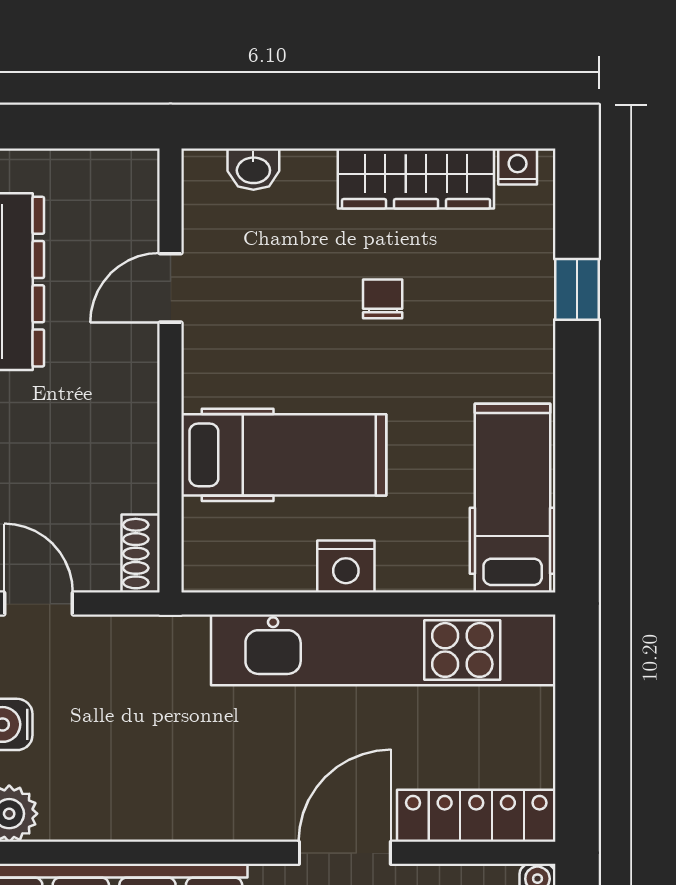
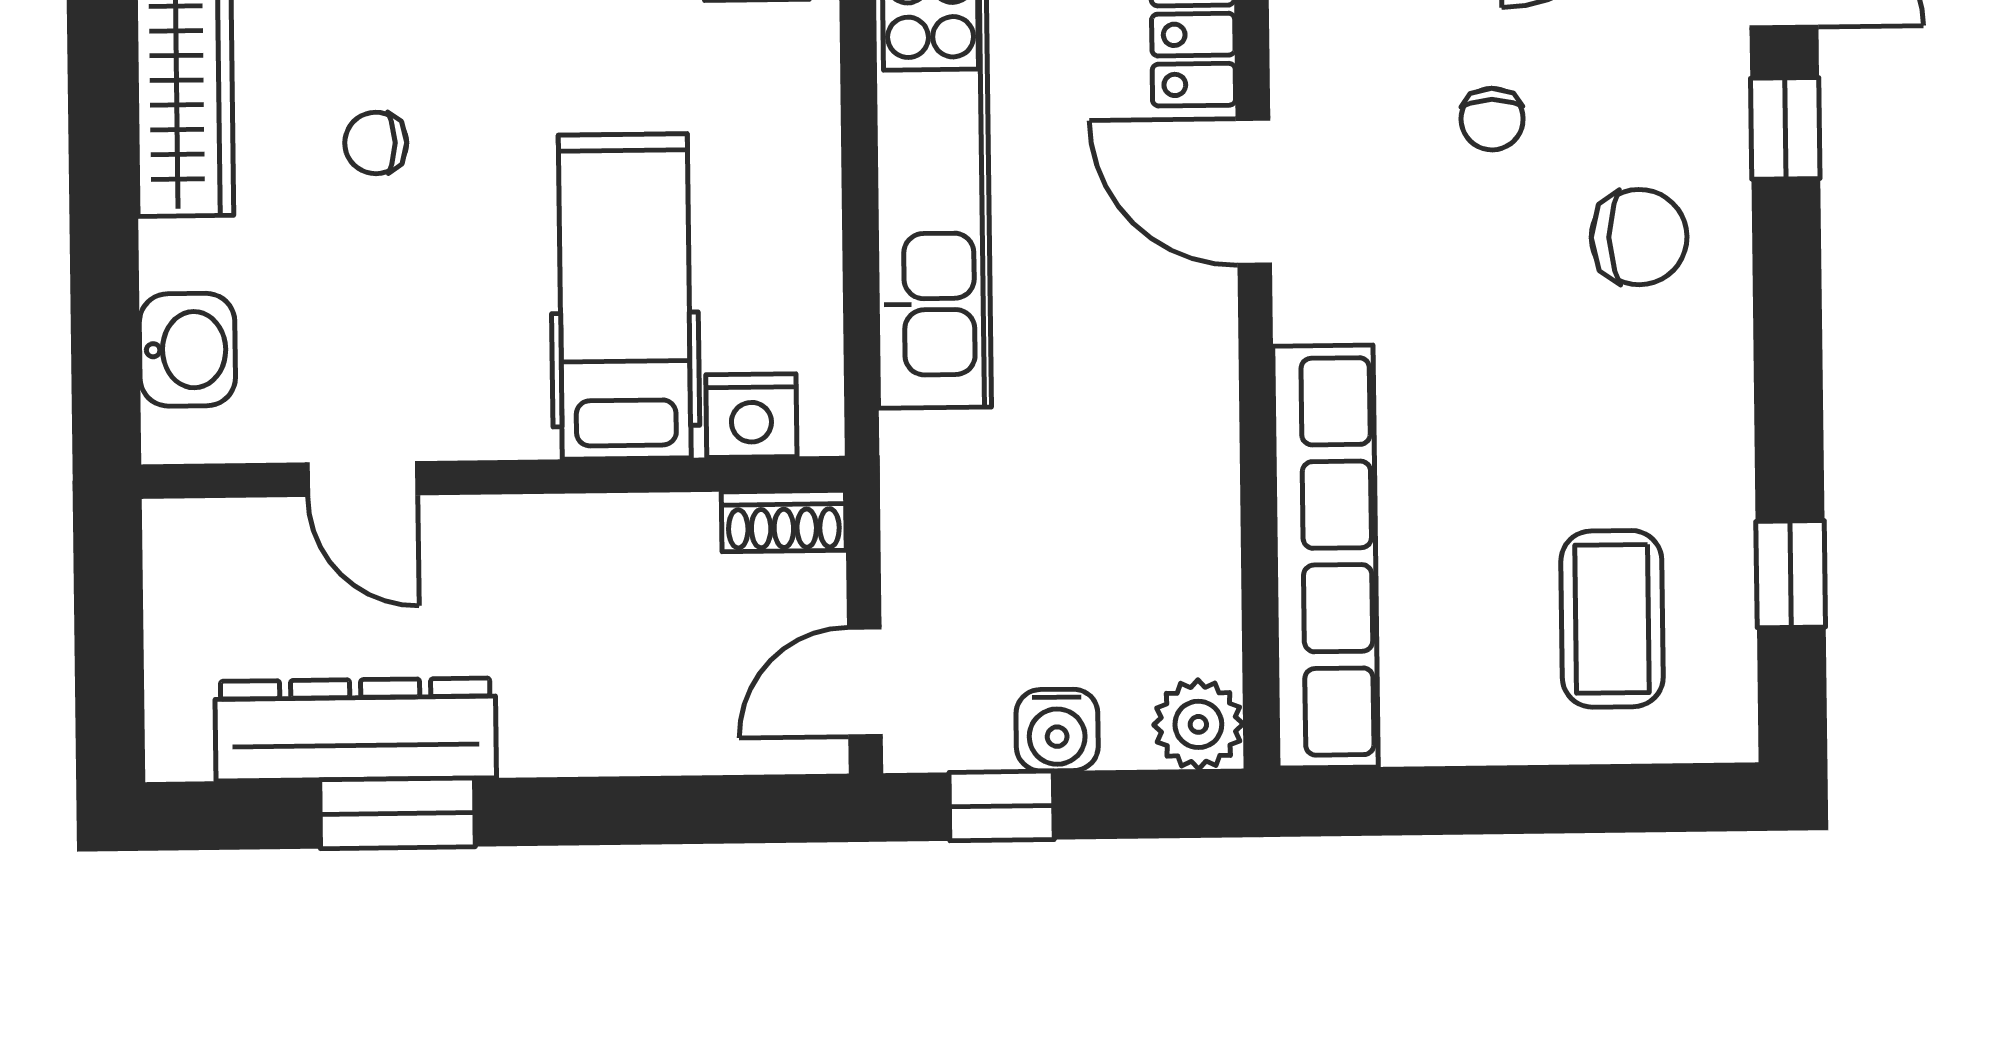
washbasin: (253, 169) -> (187, 350), width x1.38, depth x1.45
nightstand: (346, 566) -> (751, 416), moved, turned 90

